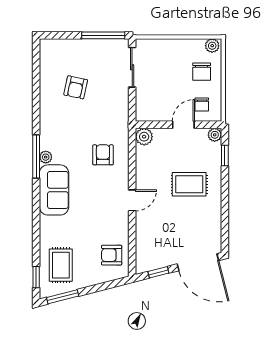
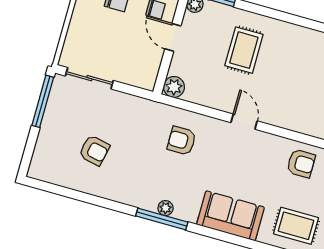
sofa: (54, 190) -> (230, 216), moved
armchair: (112, 255) -> (301, 163), turned -90

